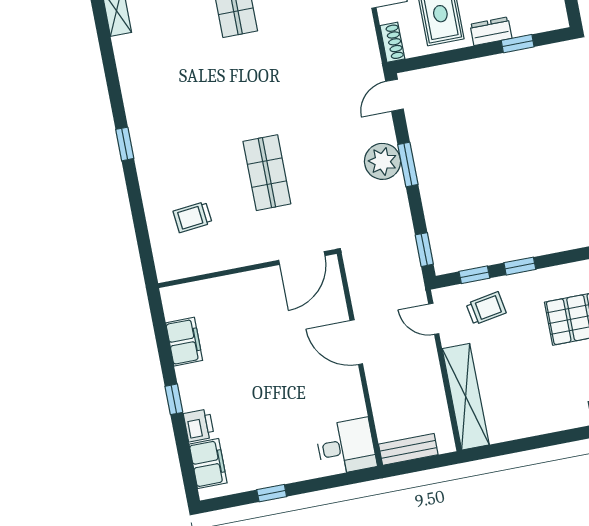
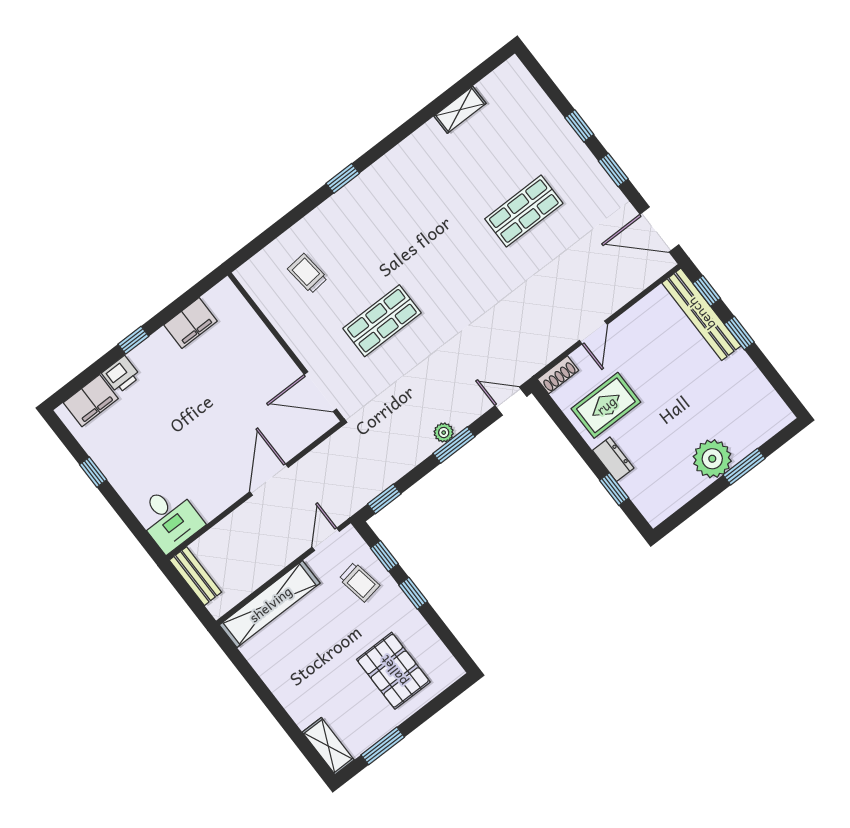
plant: (383, 161) -> (444, 433), width x0.53, depth x0.53

